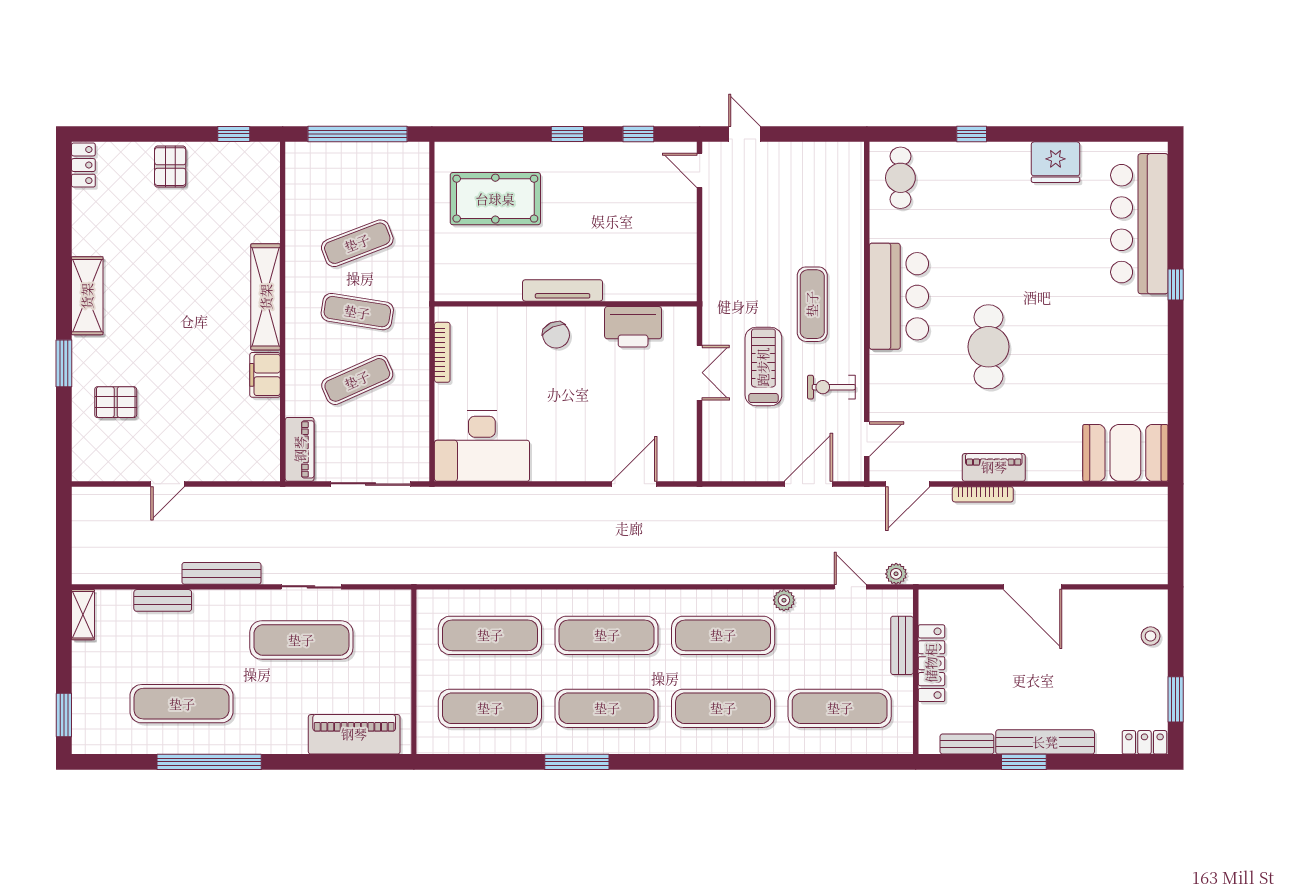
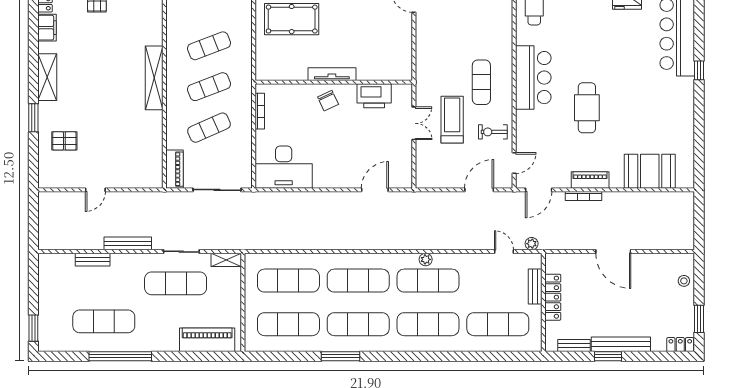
exercise mat: (357, 312) -> (209, 87), turned -30
filing cabinet: (265, 375) -> (47, 28), moved, turned 180
booth: (1125, 453) -> (650, 171), moved
plant: (784, 600) -> (426, 259), moved
shelving: (83, 615) -> (226, 260), moved, turned 90

